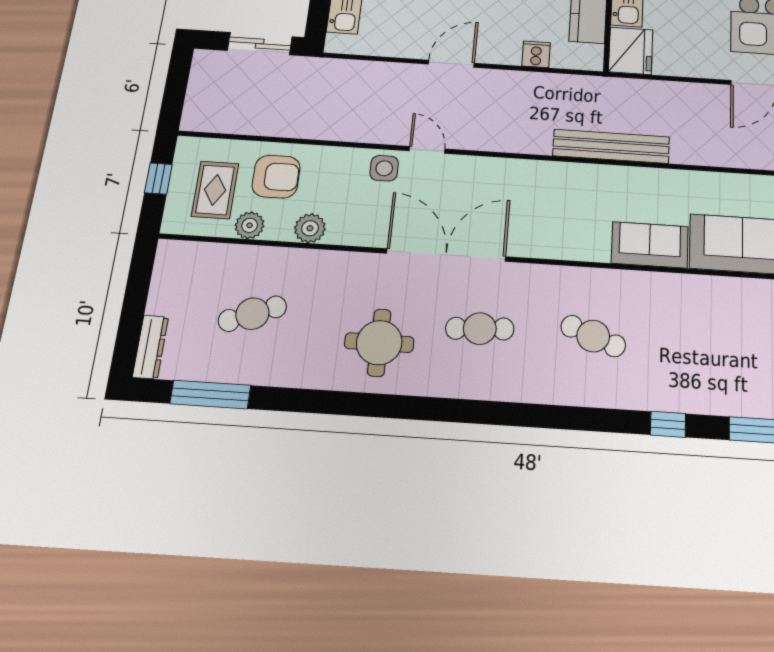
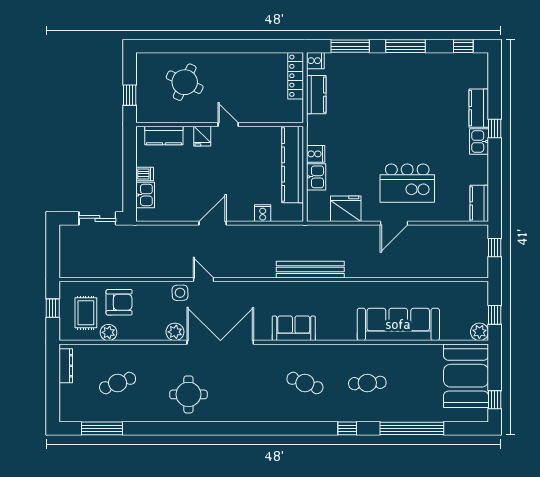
fridge: (631, 51) -> (346, 209), moved, turned -90
plant: (310, 228) -> (175, 332), moved
sofa: (650, 245) -> (294, 328), moved
cafe table: (480, 329) -> (367, 383), moved
dresser: (151, 347) -> (66, 366), moved

